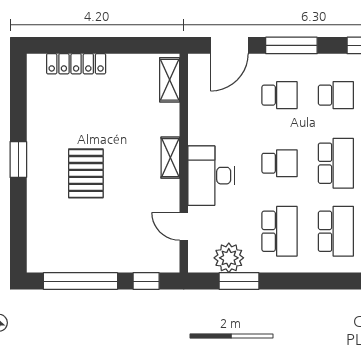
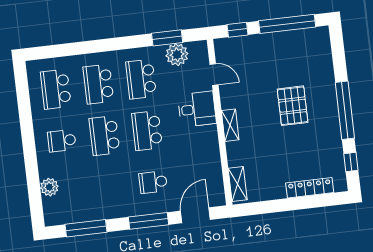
window: (18, 91) -> (351, 162), added
school desk: (336, 95) -> (110, 187), removed
window: (18, 160) -> (345, 110), width x2.11
school desk: (279, 163) -> (147, 131), width x1.85
desk: (211, 176) -> (197, 109), width x0.73

